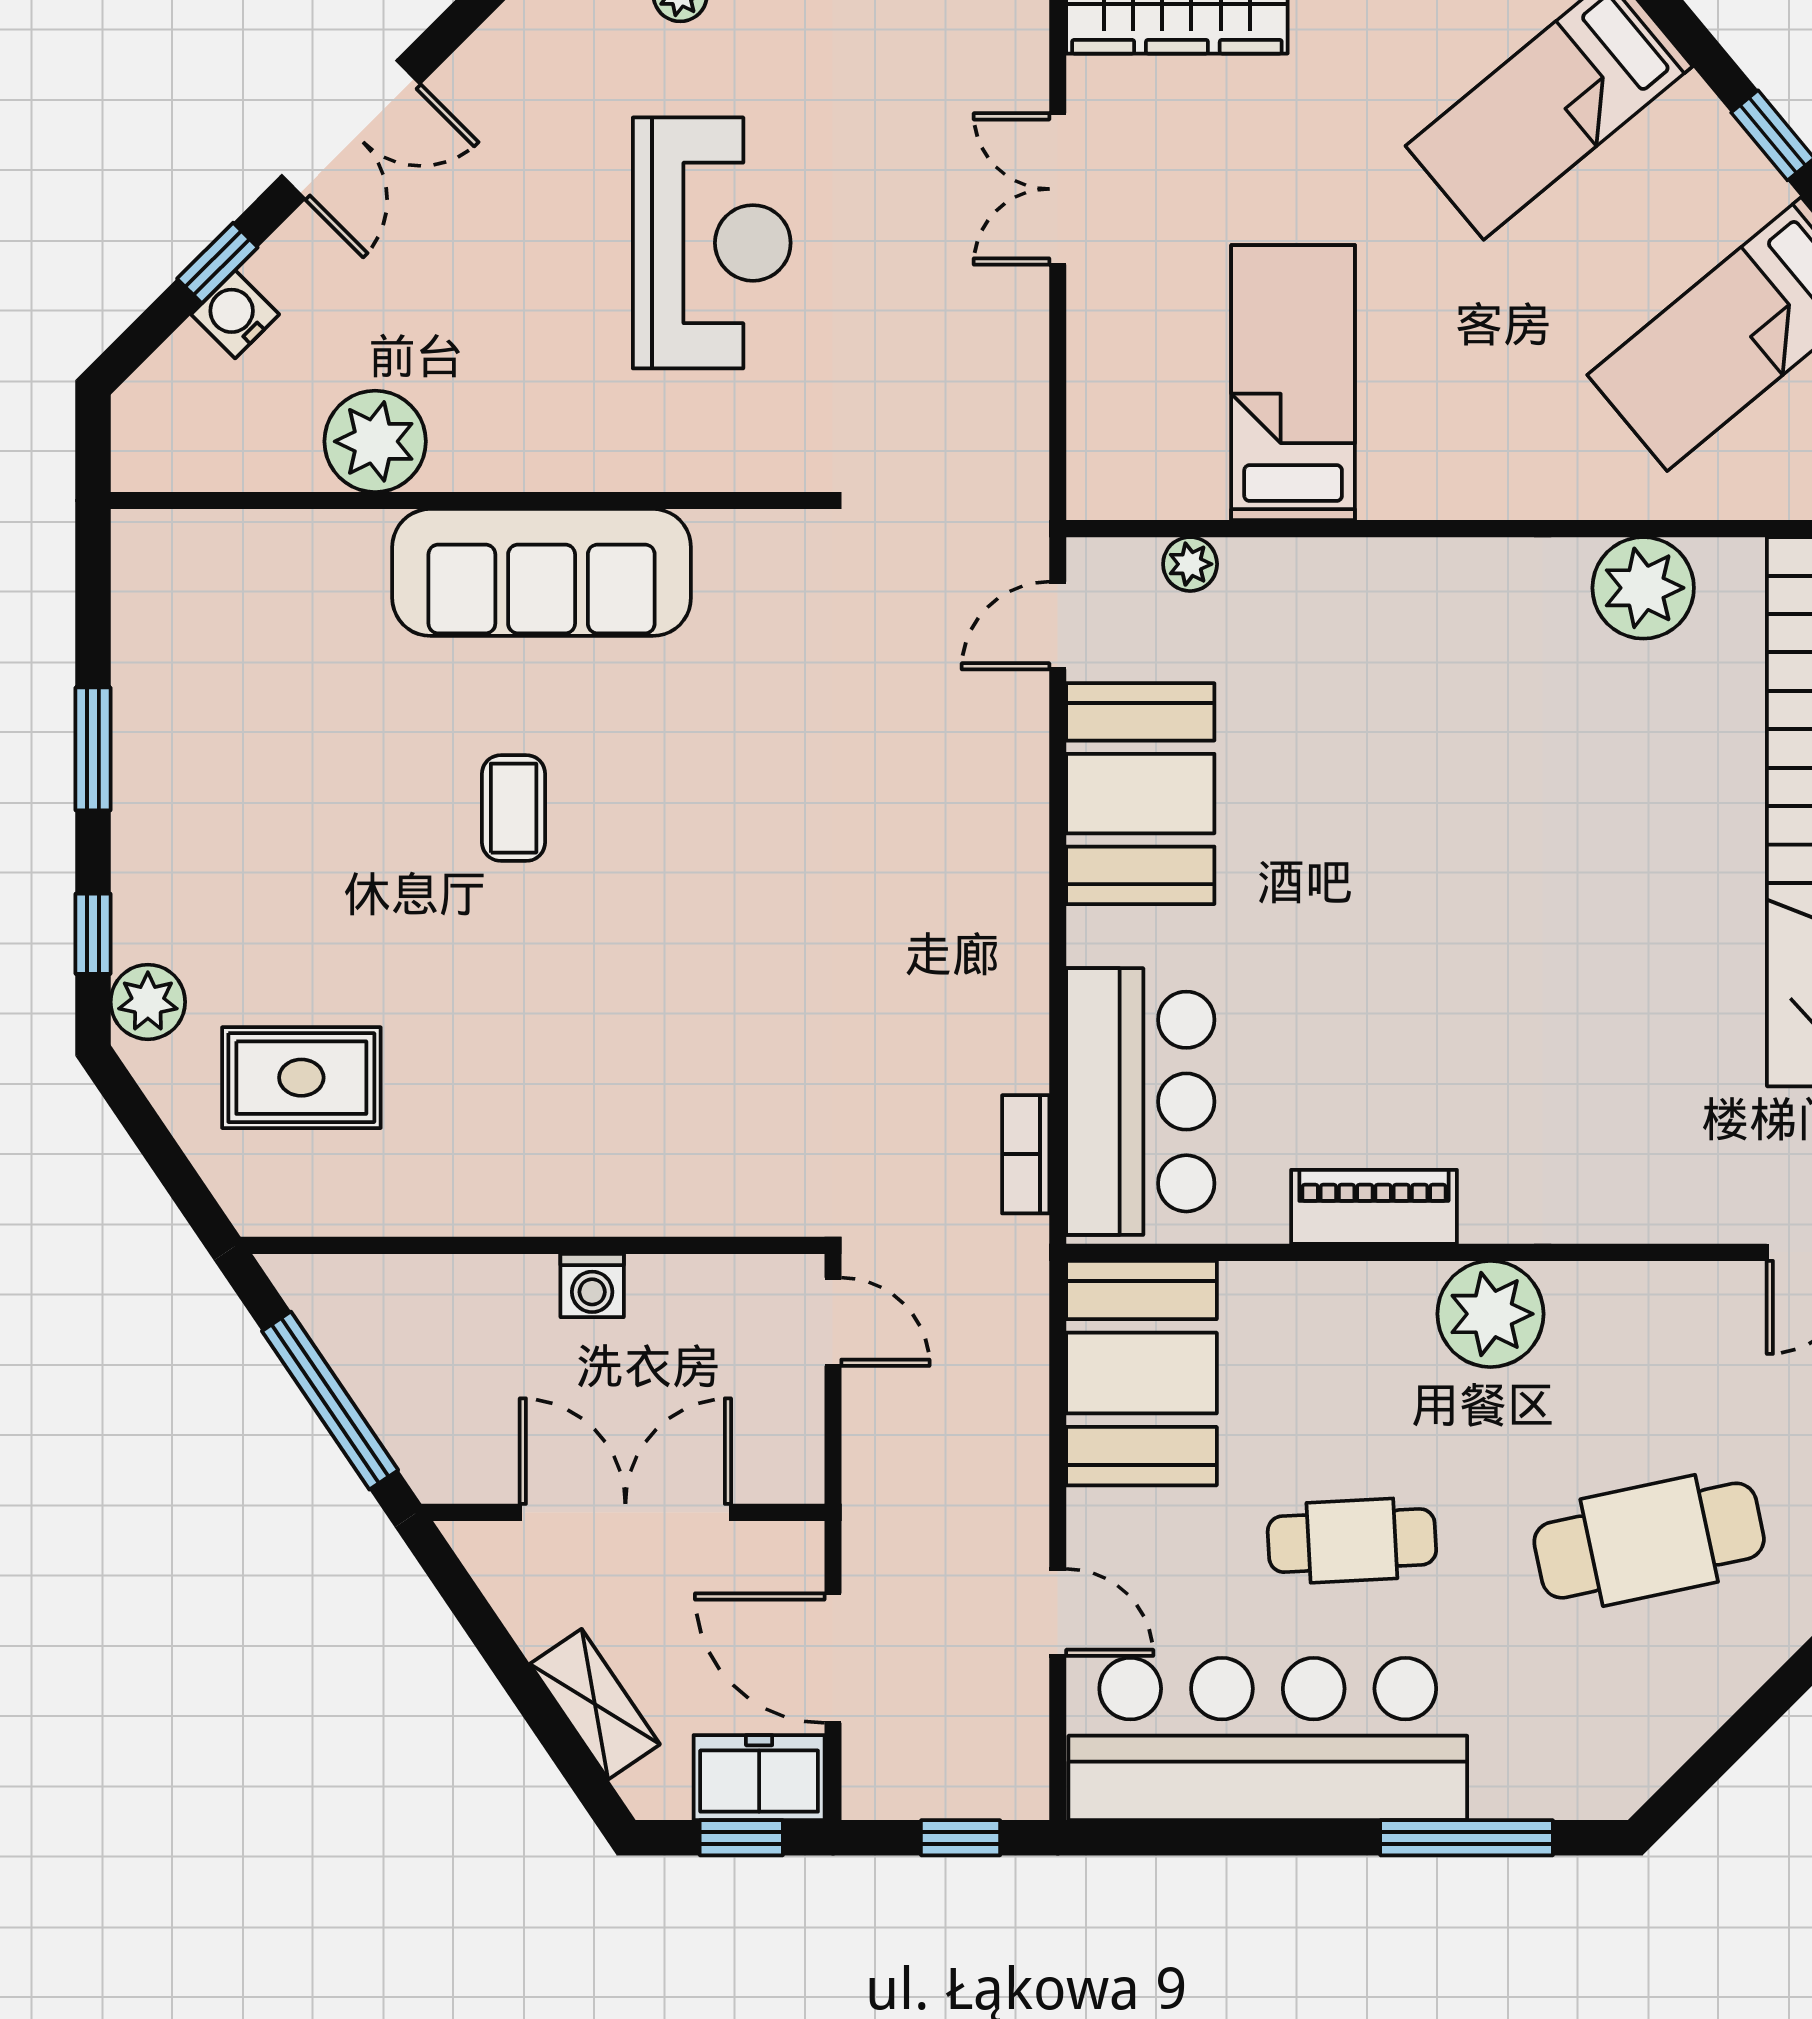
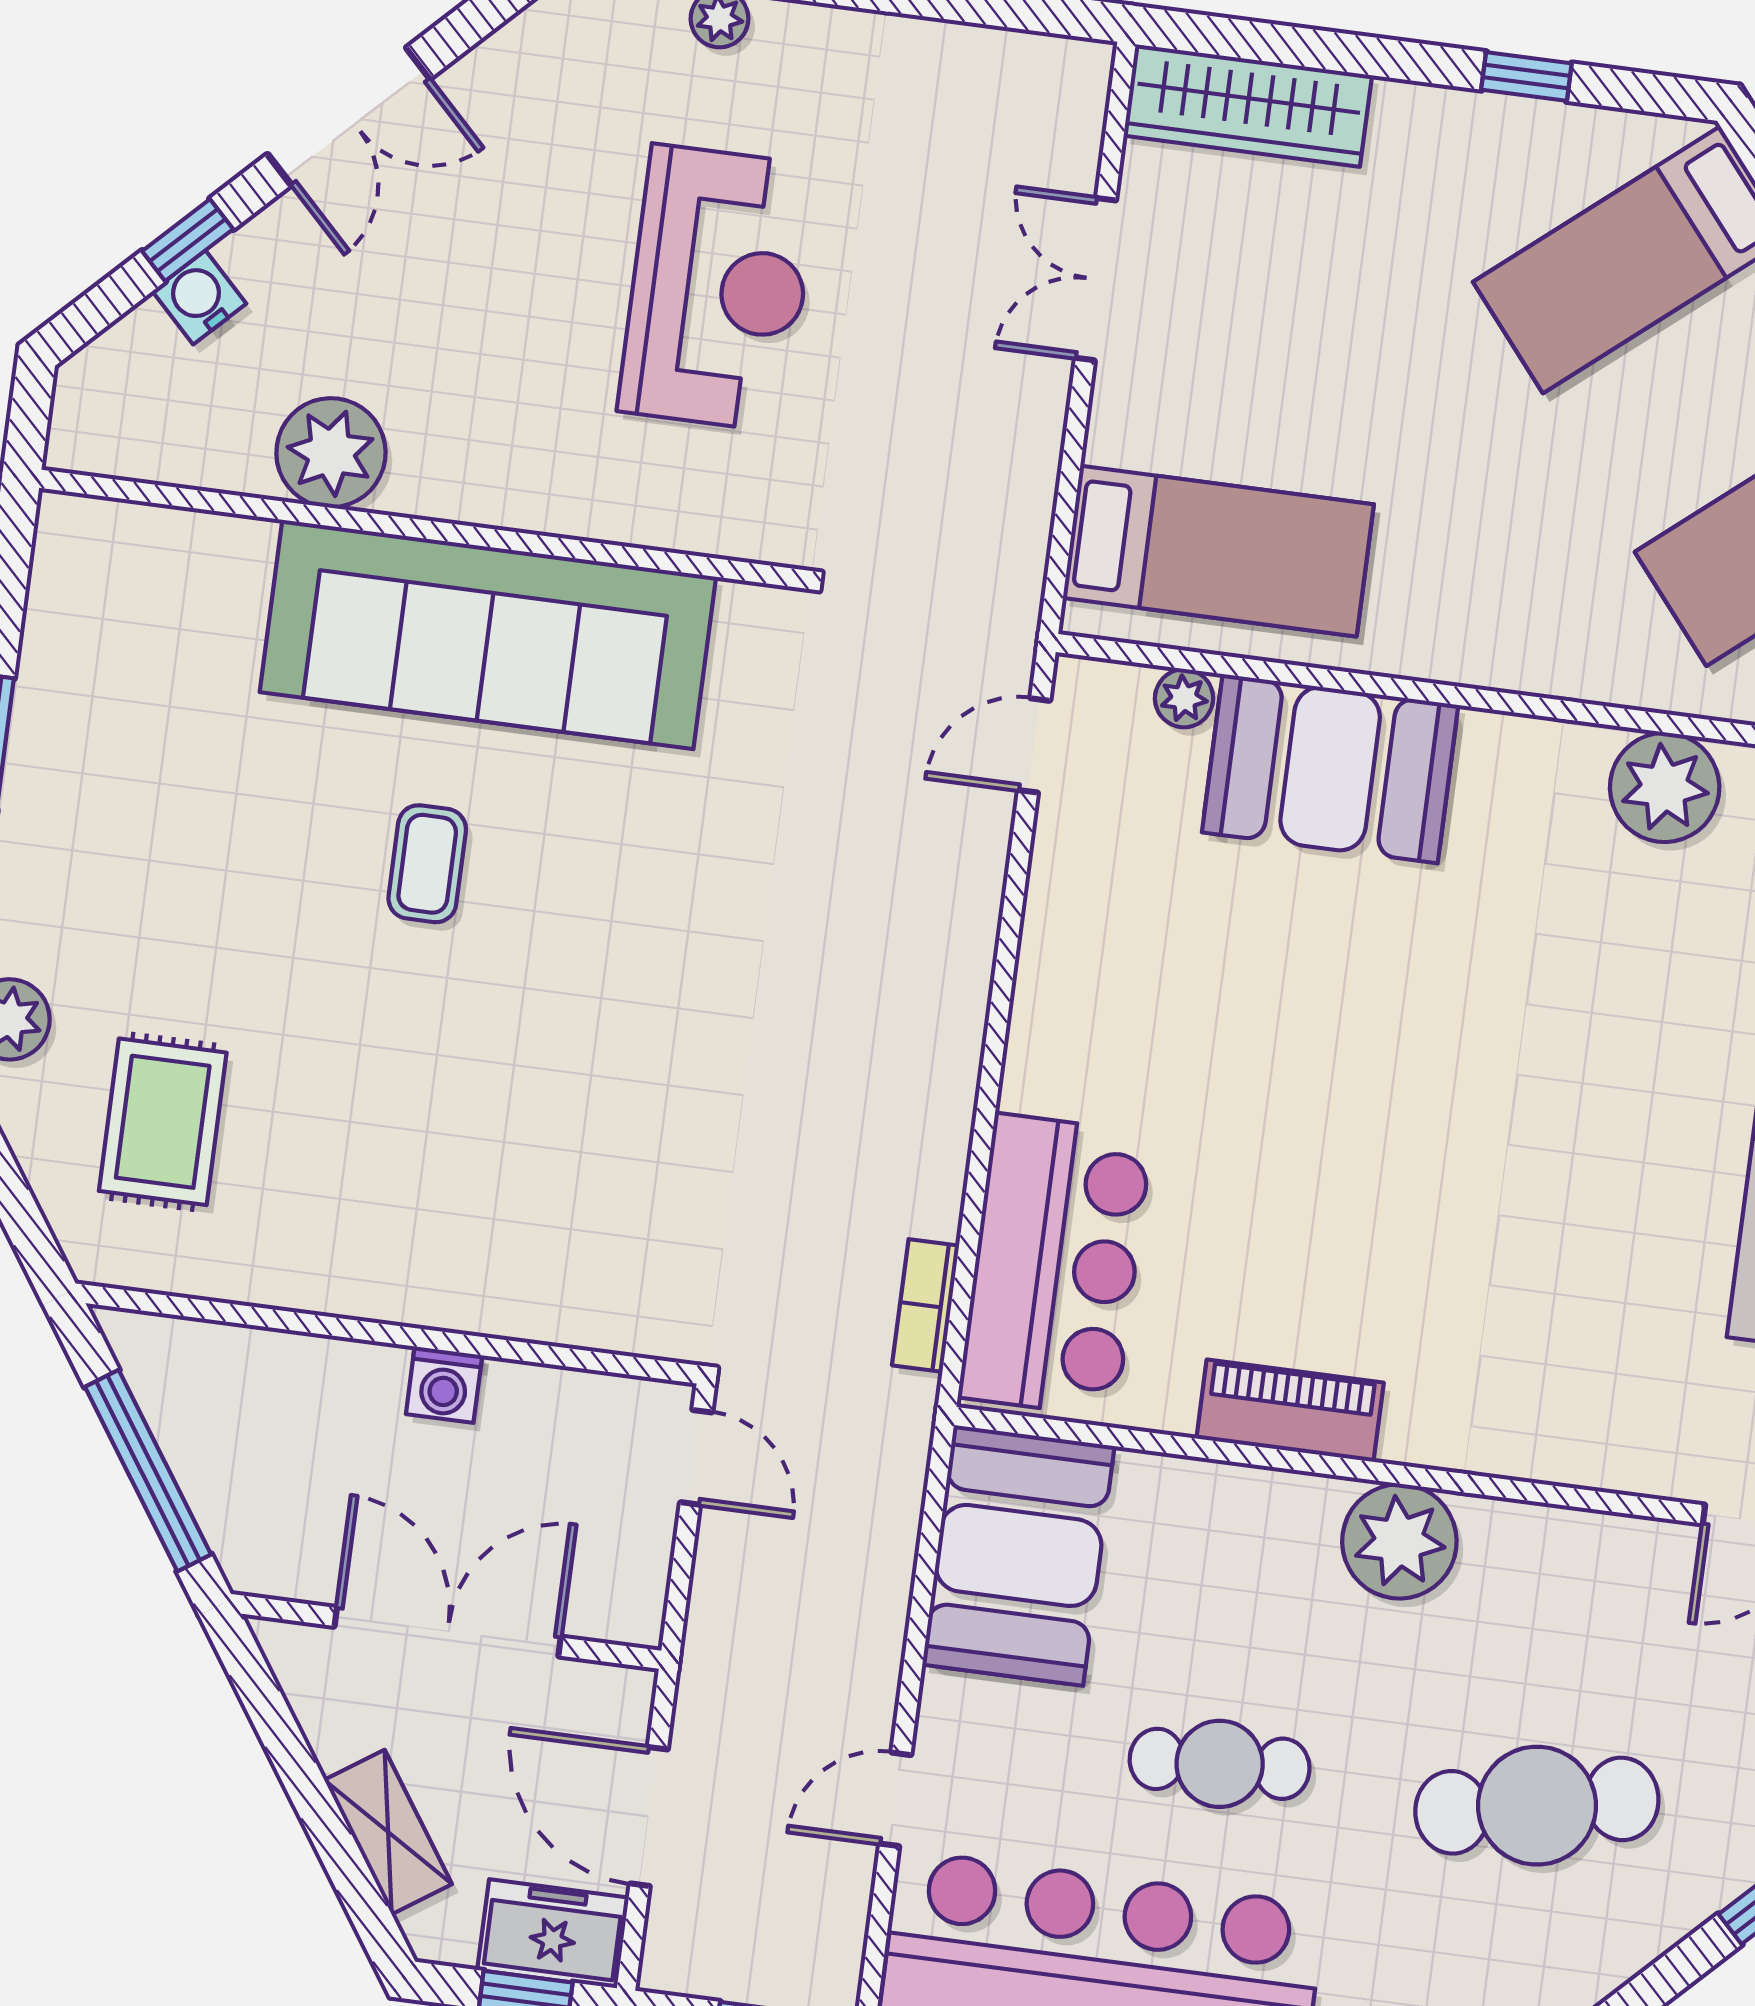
bed: (1293, 383) -> (1218, 551), moved, turned 90
sofa: (542, 572) -> (488, 634), width x1.36, depth x1.27
booth: (1140, 794) -> (1330, 769), moved, turned 90
rug: (301, 1078) -> (163, 1122), turned 90
door: (1058, 1612) -> (895, 1799), swing flipped

